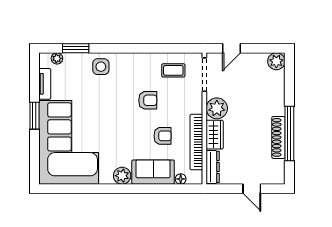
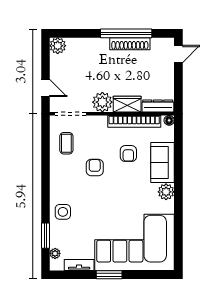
armchair: (162, 136) -> (128, 154), turned 180
floor lamp: (181, 179) -> (169, 120), moved
door: (252, 189) -> (178, 54), moved

